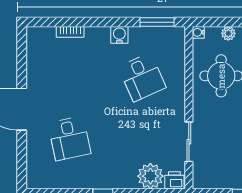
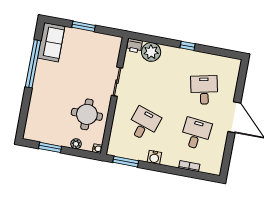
desk: (69, 77) -> (196, 134), added
desk: (142, 77) -> (144, 124), turned 42
sliding door: (189, 142) -> (117, 82), moved

